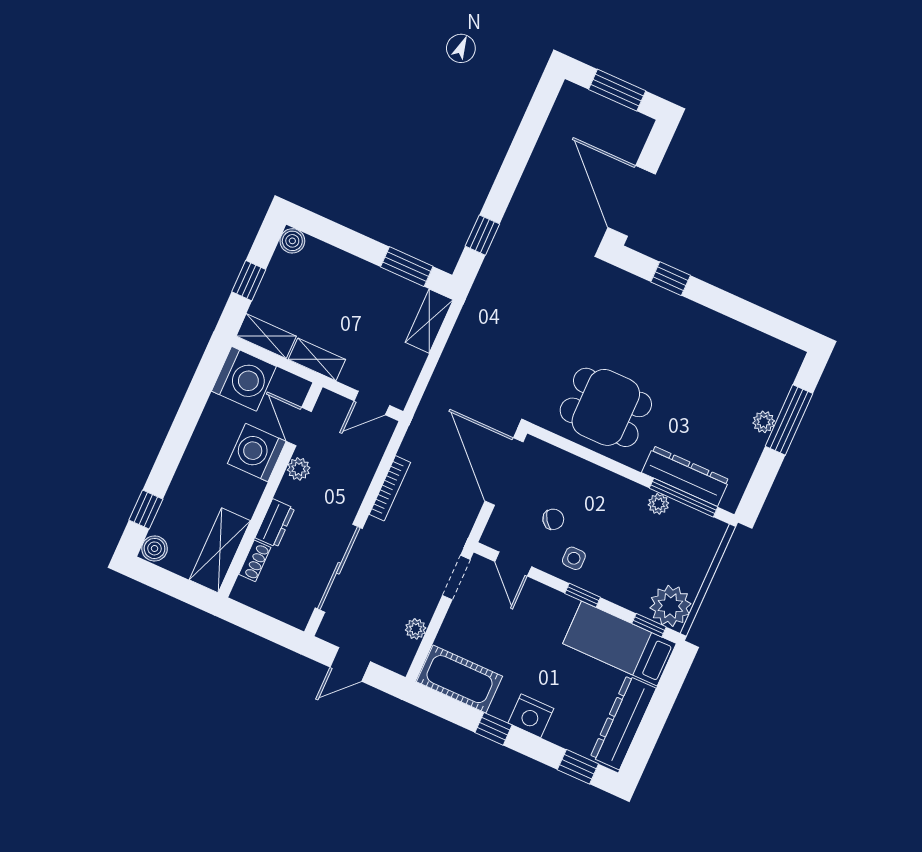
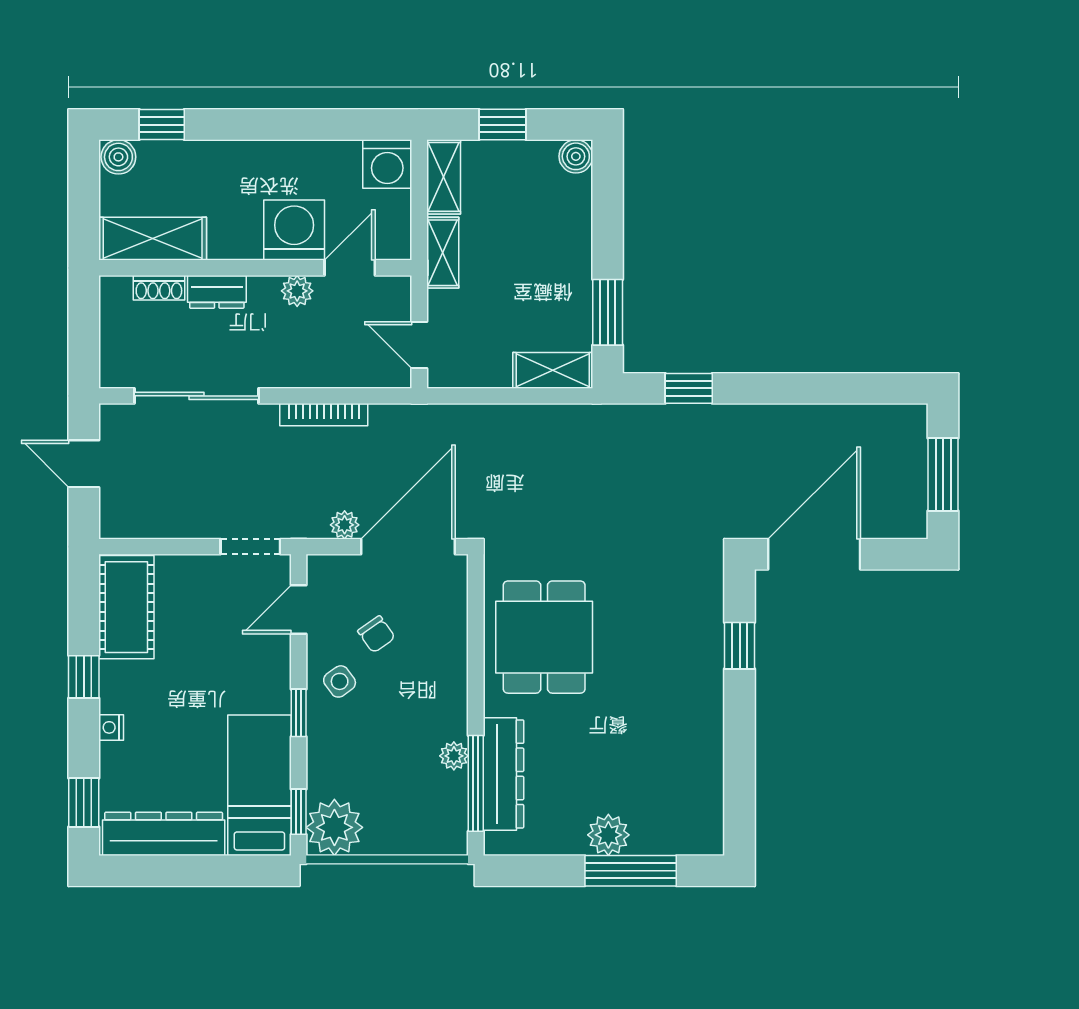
washing machine: (244, 379) -> (387, 164), width x0.73, depth x0.73
plant: (764, 422) -> (608, 835), width x1.38, depth x1.38
side table: (574, 558) -> (340, 681), turned -36
plant: (416, 629) -> (345, 525), moved
nightstand: (531, 716) -> (111, 727), width x0.53, depth x0.56

